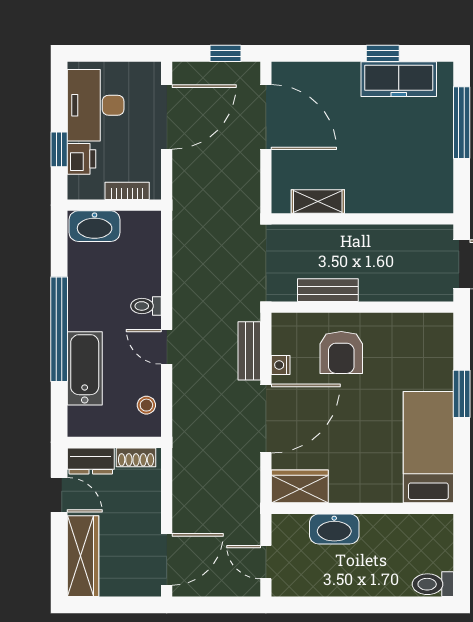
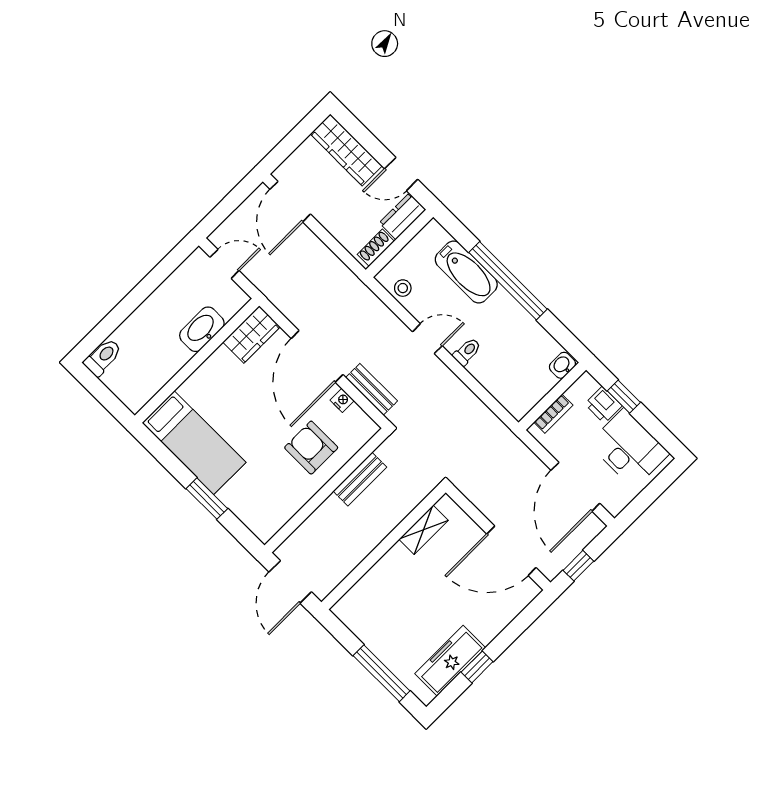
washbasin: (95, 226) -> (562, 365), width x0.52, depth x0.69

